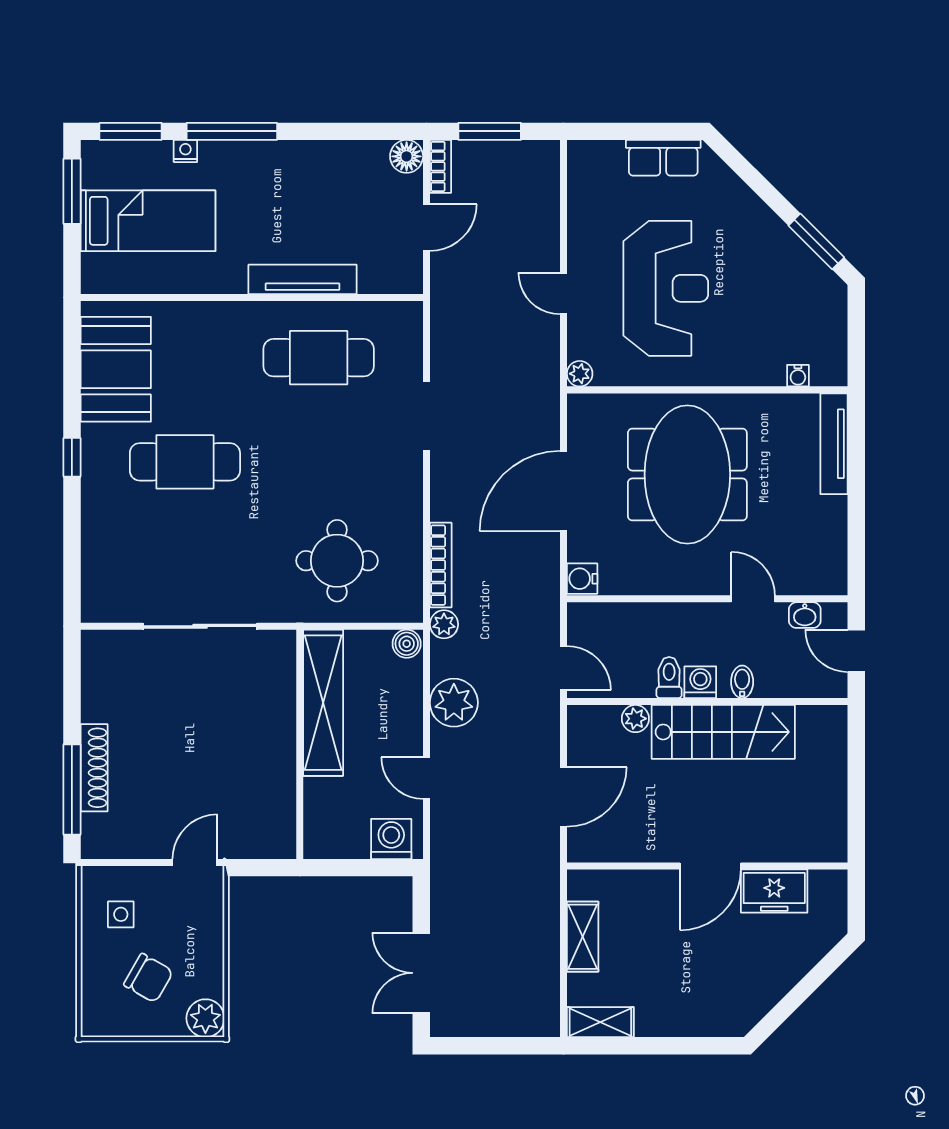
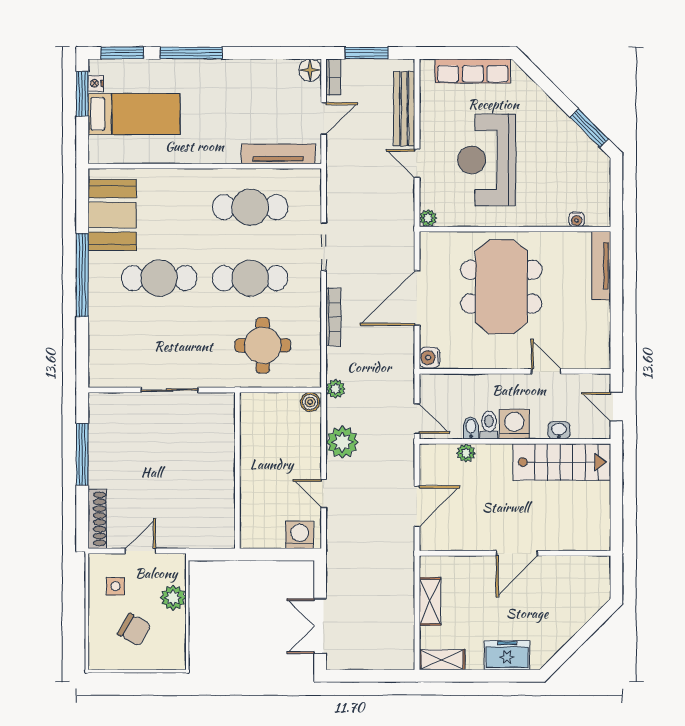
nightstand: (185, 151) -> (96, 83), moved, turned -90
row of seats: (663, 158) -> (473, 71), width x1.48
bench: (545, 213) -> (404, 109), added
tv unit: (303, 279) -> (278, 154), moved
reception desk: (666, 288) -> (487, 160), turned 180
window: (72, 457) -> (82, 275), width x3.17
cafe table: (319, 462) -> (250, 278), added
bookcase: (441, 565) -> (333, 317), moved
washbasin: (805, 615) -> (559, 430), moved, turned 180
sliding door: (200, 626) -> (169, 390), width x0.73
washing machine: (700, 682) -> (514, 424), width x1.38, depth x1.38
bidet: (742, 682) -> (471, 428), moved
shelving: (323, 703) -> (253, 442), removed
stairs: (723, 732) -> (562, 462), moved
shoe rack: (94, 768) -> (97, 519), moved
window: (72, 790) -> (82, 454), moved
door: (195, 863) -> (140, 551), moved
freezer: (774, 891) -> (507, 655), moved, turned 180
plant: (205, 1018) -> (173, 598), moved

